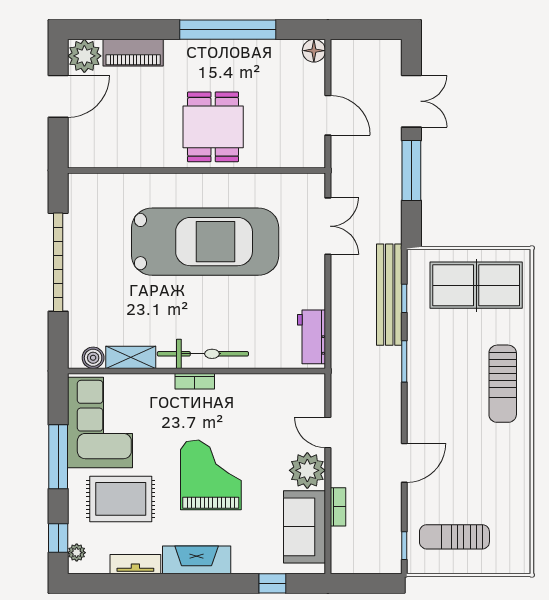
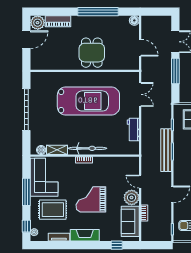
bench: (389, 295) -> (166, 150), moved
workbench: (312, 337) -> (133, 129), moved
grand piano: (211, 475) -> (91, 199), turned -90

